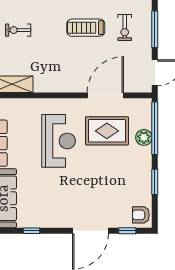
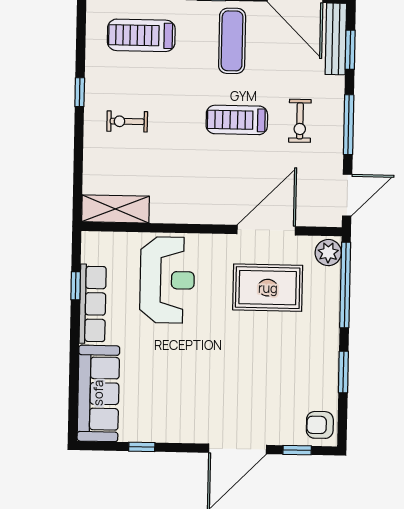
plant: (144, 137) -> (328, 253), moved
reception desk: (59, 141) -> (167, 280), moved

